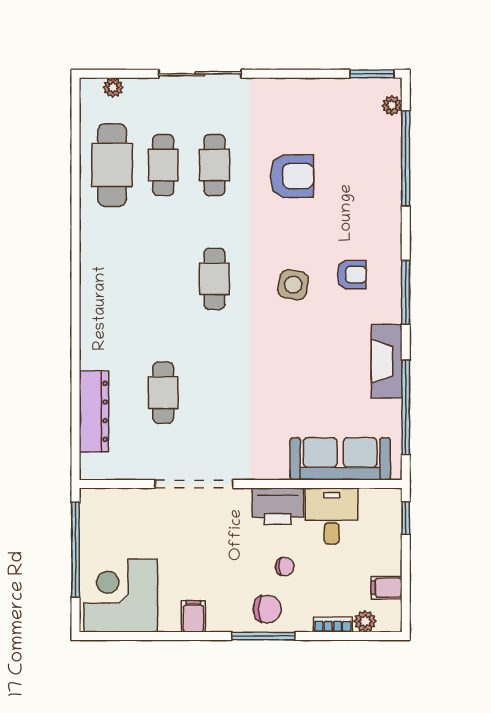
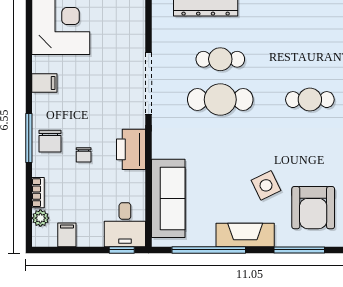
armchair: (352, 275) -> (313, 208), width x1.88, depth x1.88
side table: (293, 285) -> (266, 185), moved, turned -35
cafe table: (214, 393) -> (220, 100), added
desk: (332, 516) -> (125, 225), moved, turned 90

